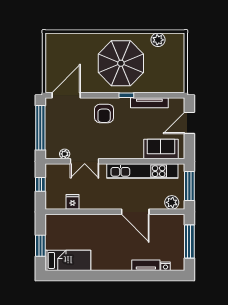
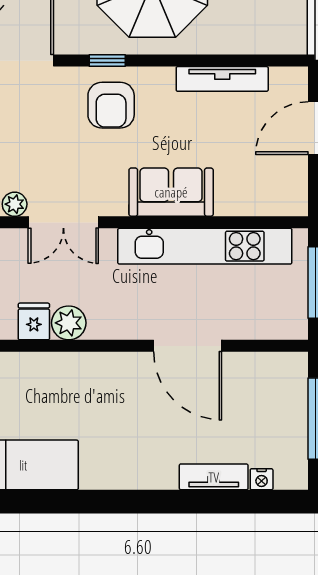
window: (126, 95) -> (107, 61), moved
sofa: (161, 149) -> (171, 192), moved
plant: (172, 202) -> (69, 323), moved

